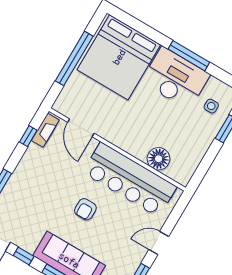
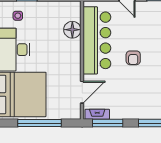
window: (28, 136) -> (108, 123), width x2.17
armchair: (85, 209) -> (133, 58), turned 90

